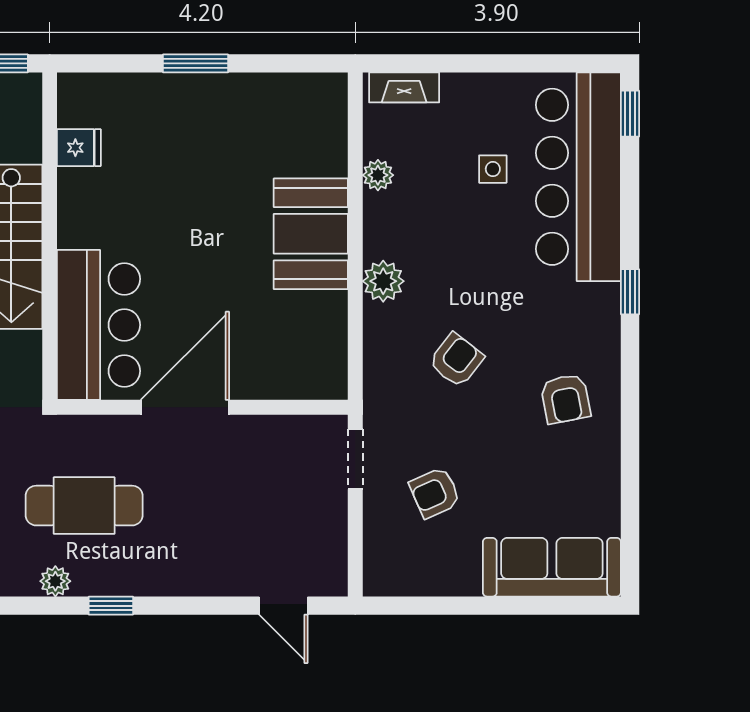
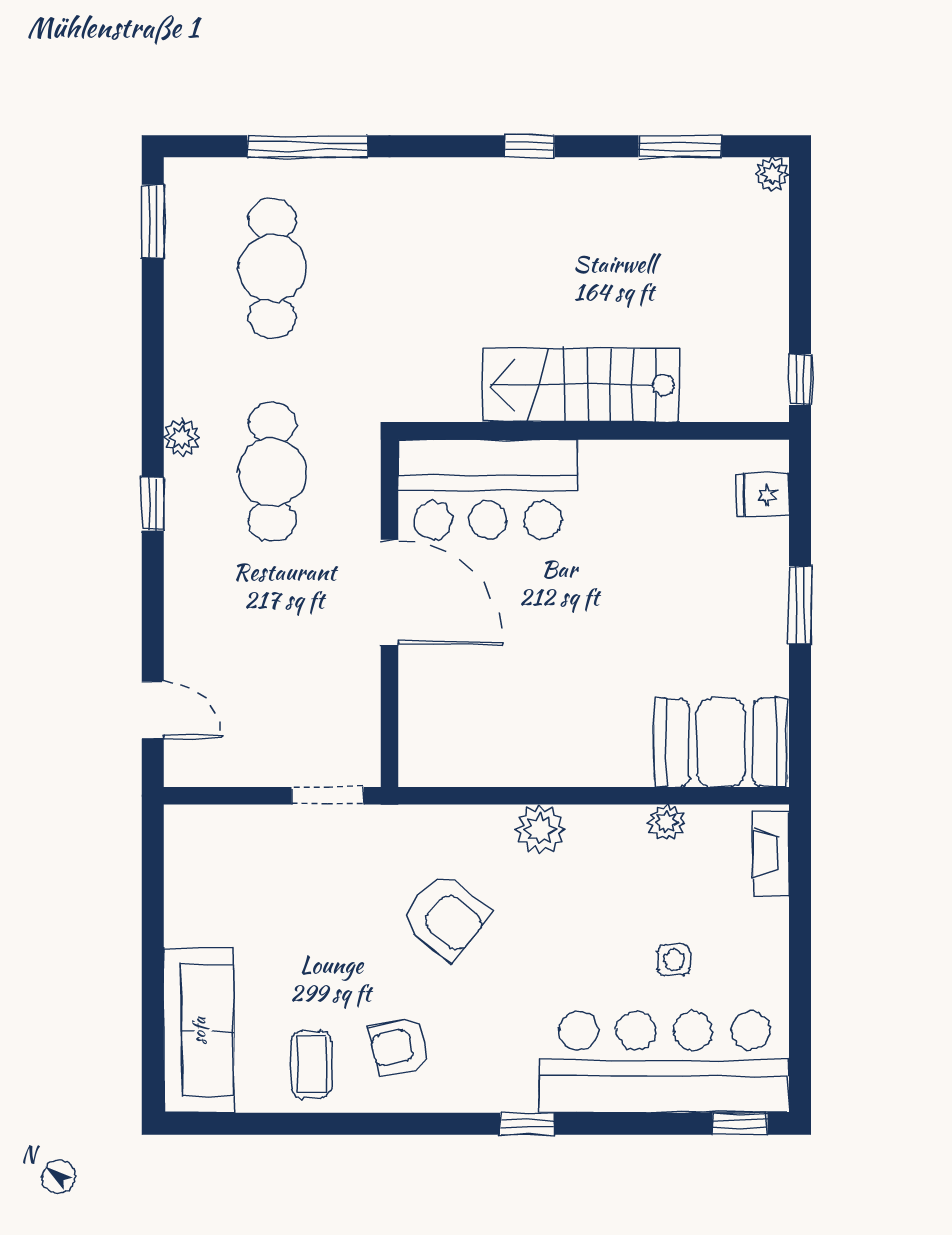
fridge: (79, 148) -> (763, 495), moved, turned 90
booth: (311, 234) -> (721, 743), moved
armchair: (456, 360) -> (446, 916), width x1.38, depth x1.38
coffee table: (580, 472) -> (312, 1064), added
armchair: (435, 493) -> (287, 891), removed
door: (283, 606) -> (153, 710), swing flipped

